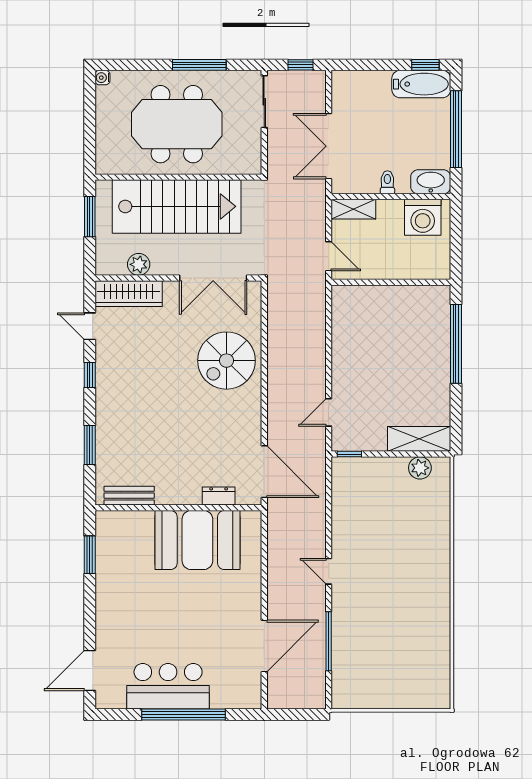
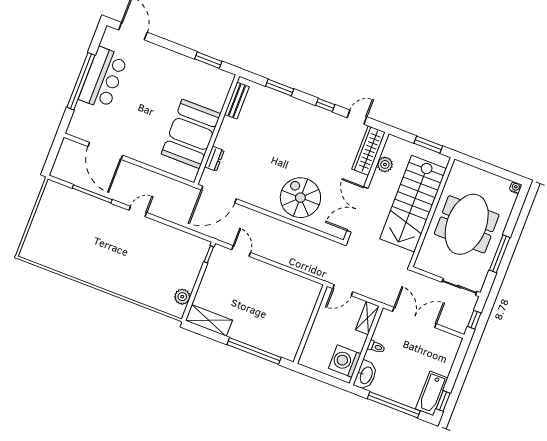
shelving: (419, 439) -> (209, 320), moved, turned 90

